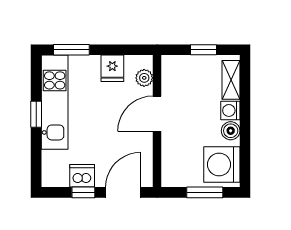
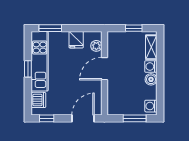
washing machine: (222, 165) -> (151, 106), width x0.53, depth x0.53
dishwasher: (82, 176) -> (38, 100), moved, turned 90
window: (83, 192) -> (47, 118), moved

